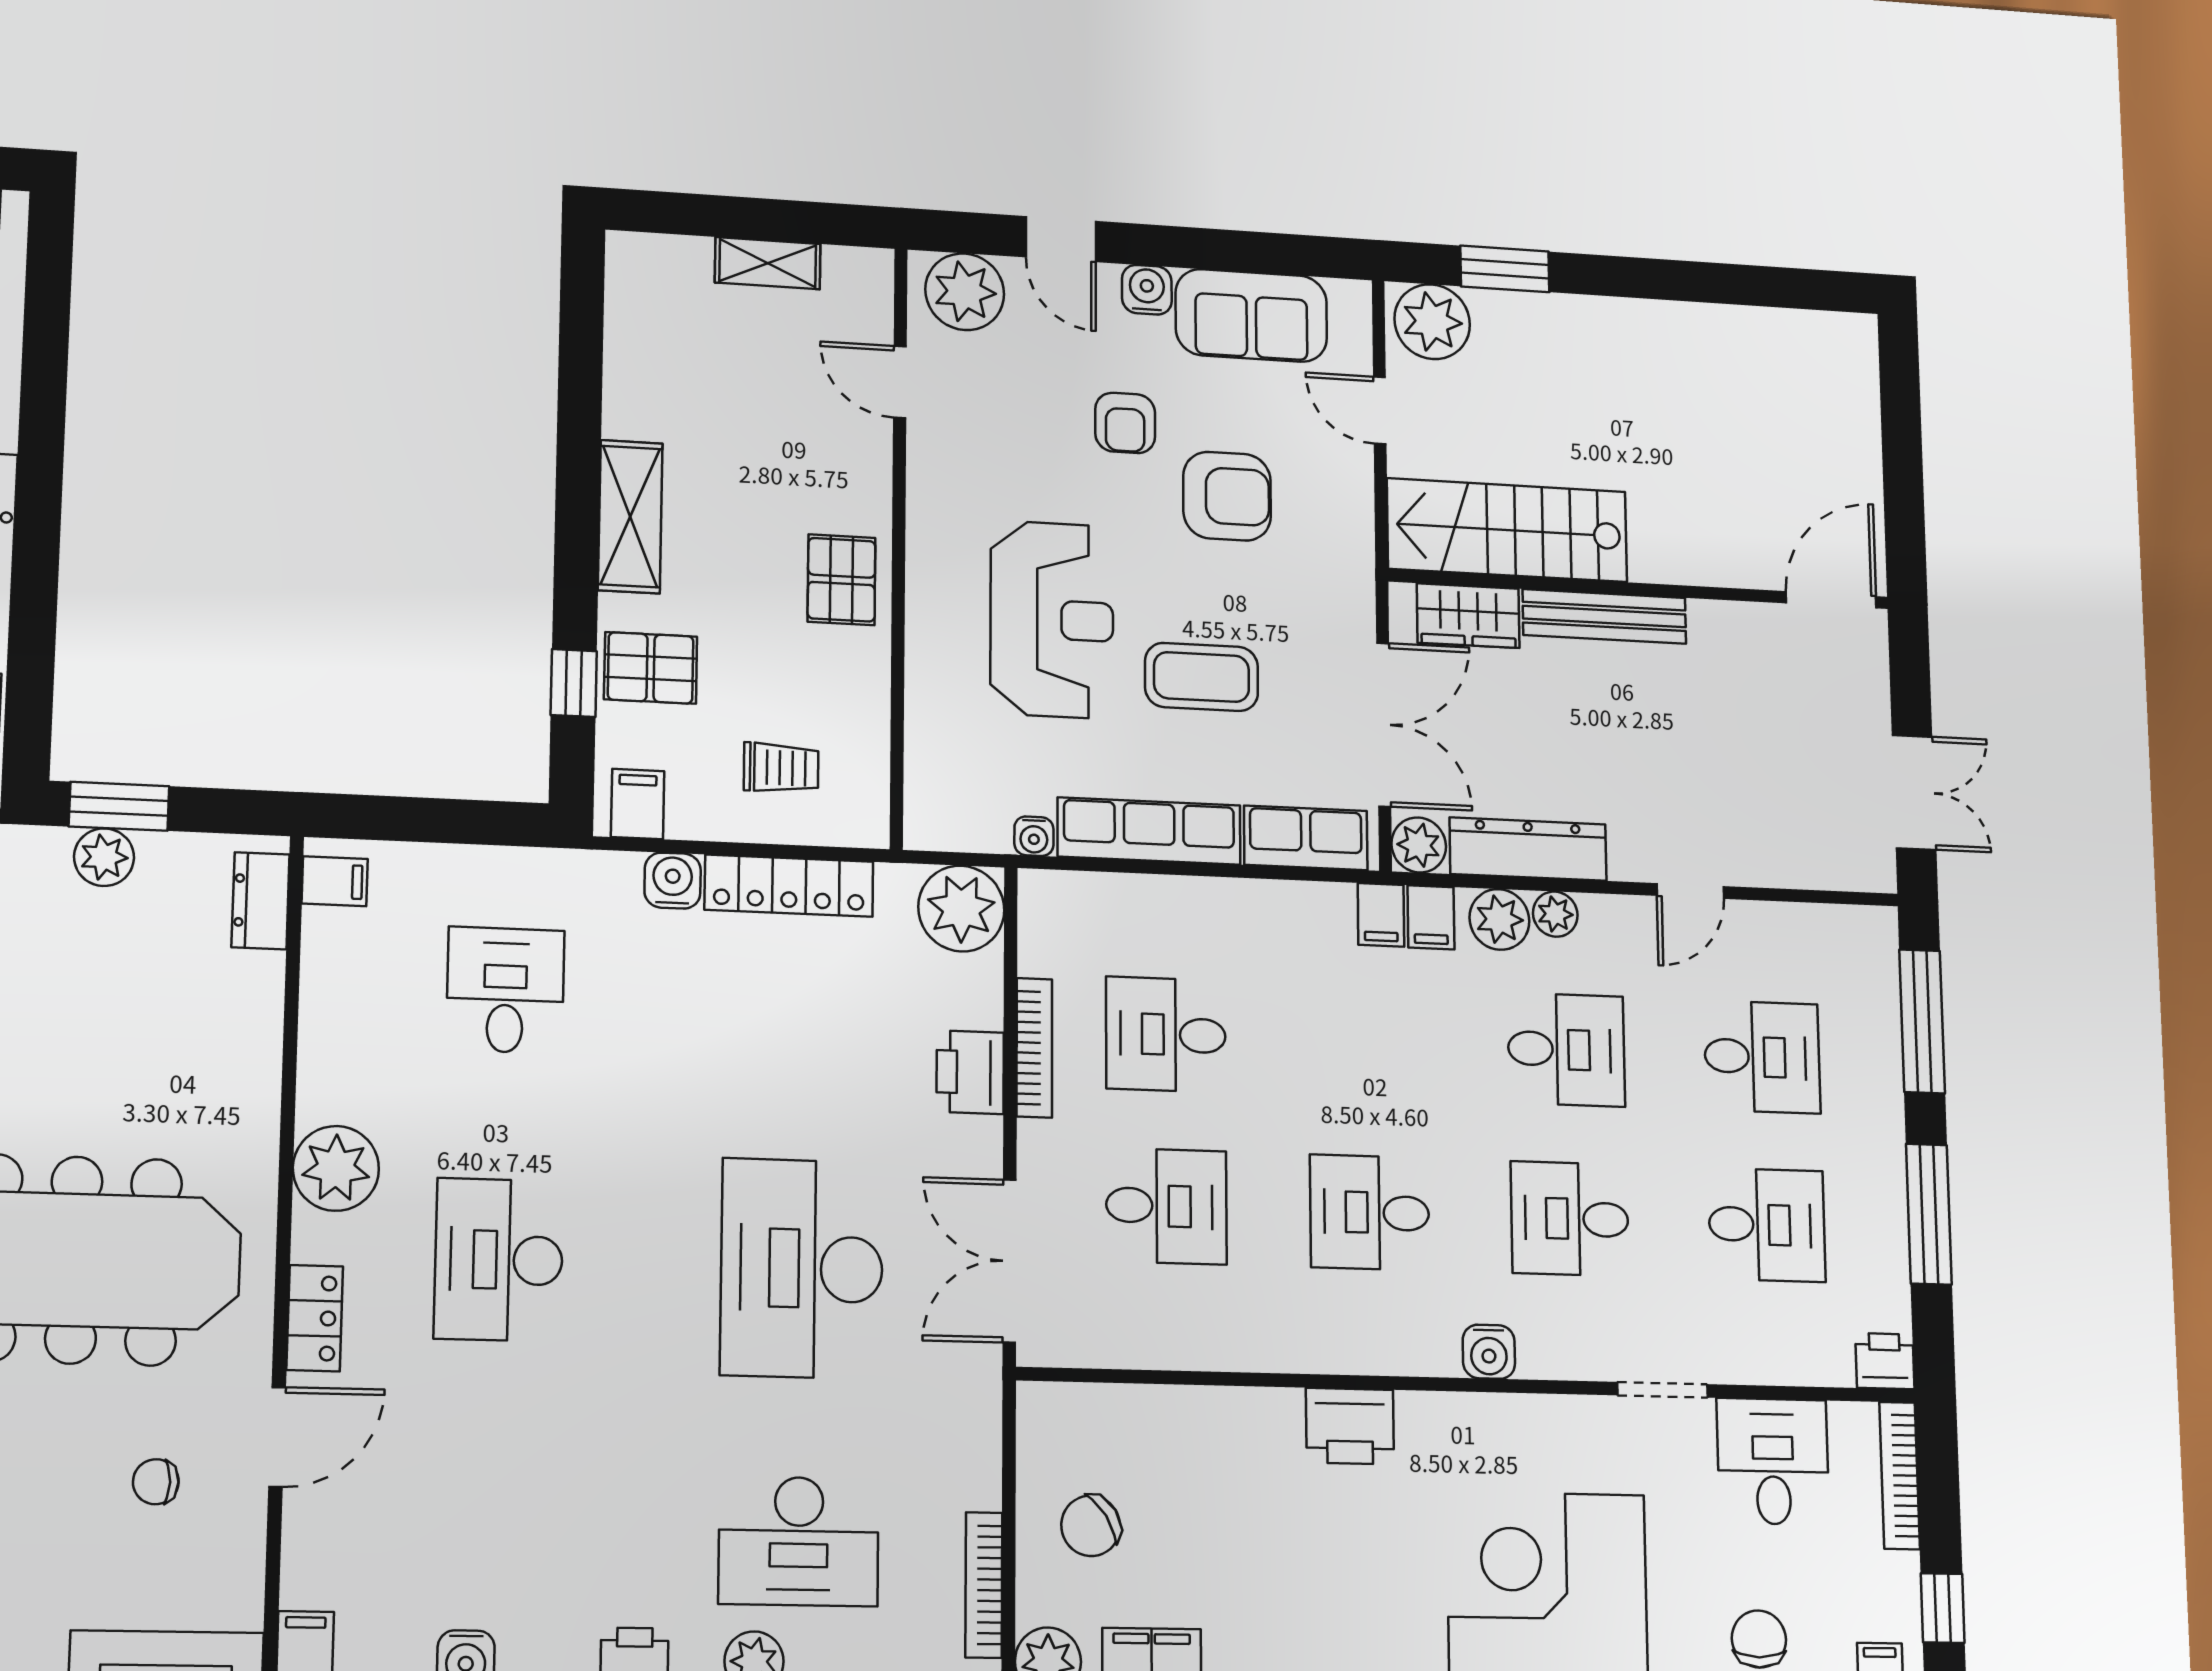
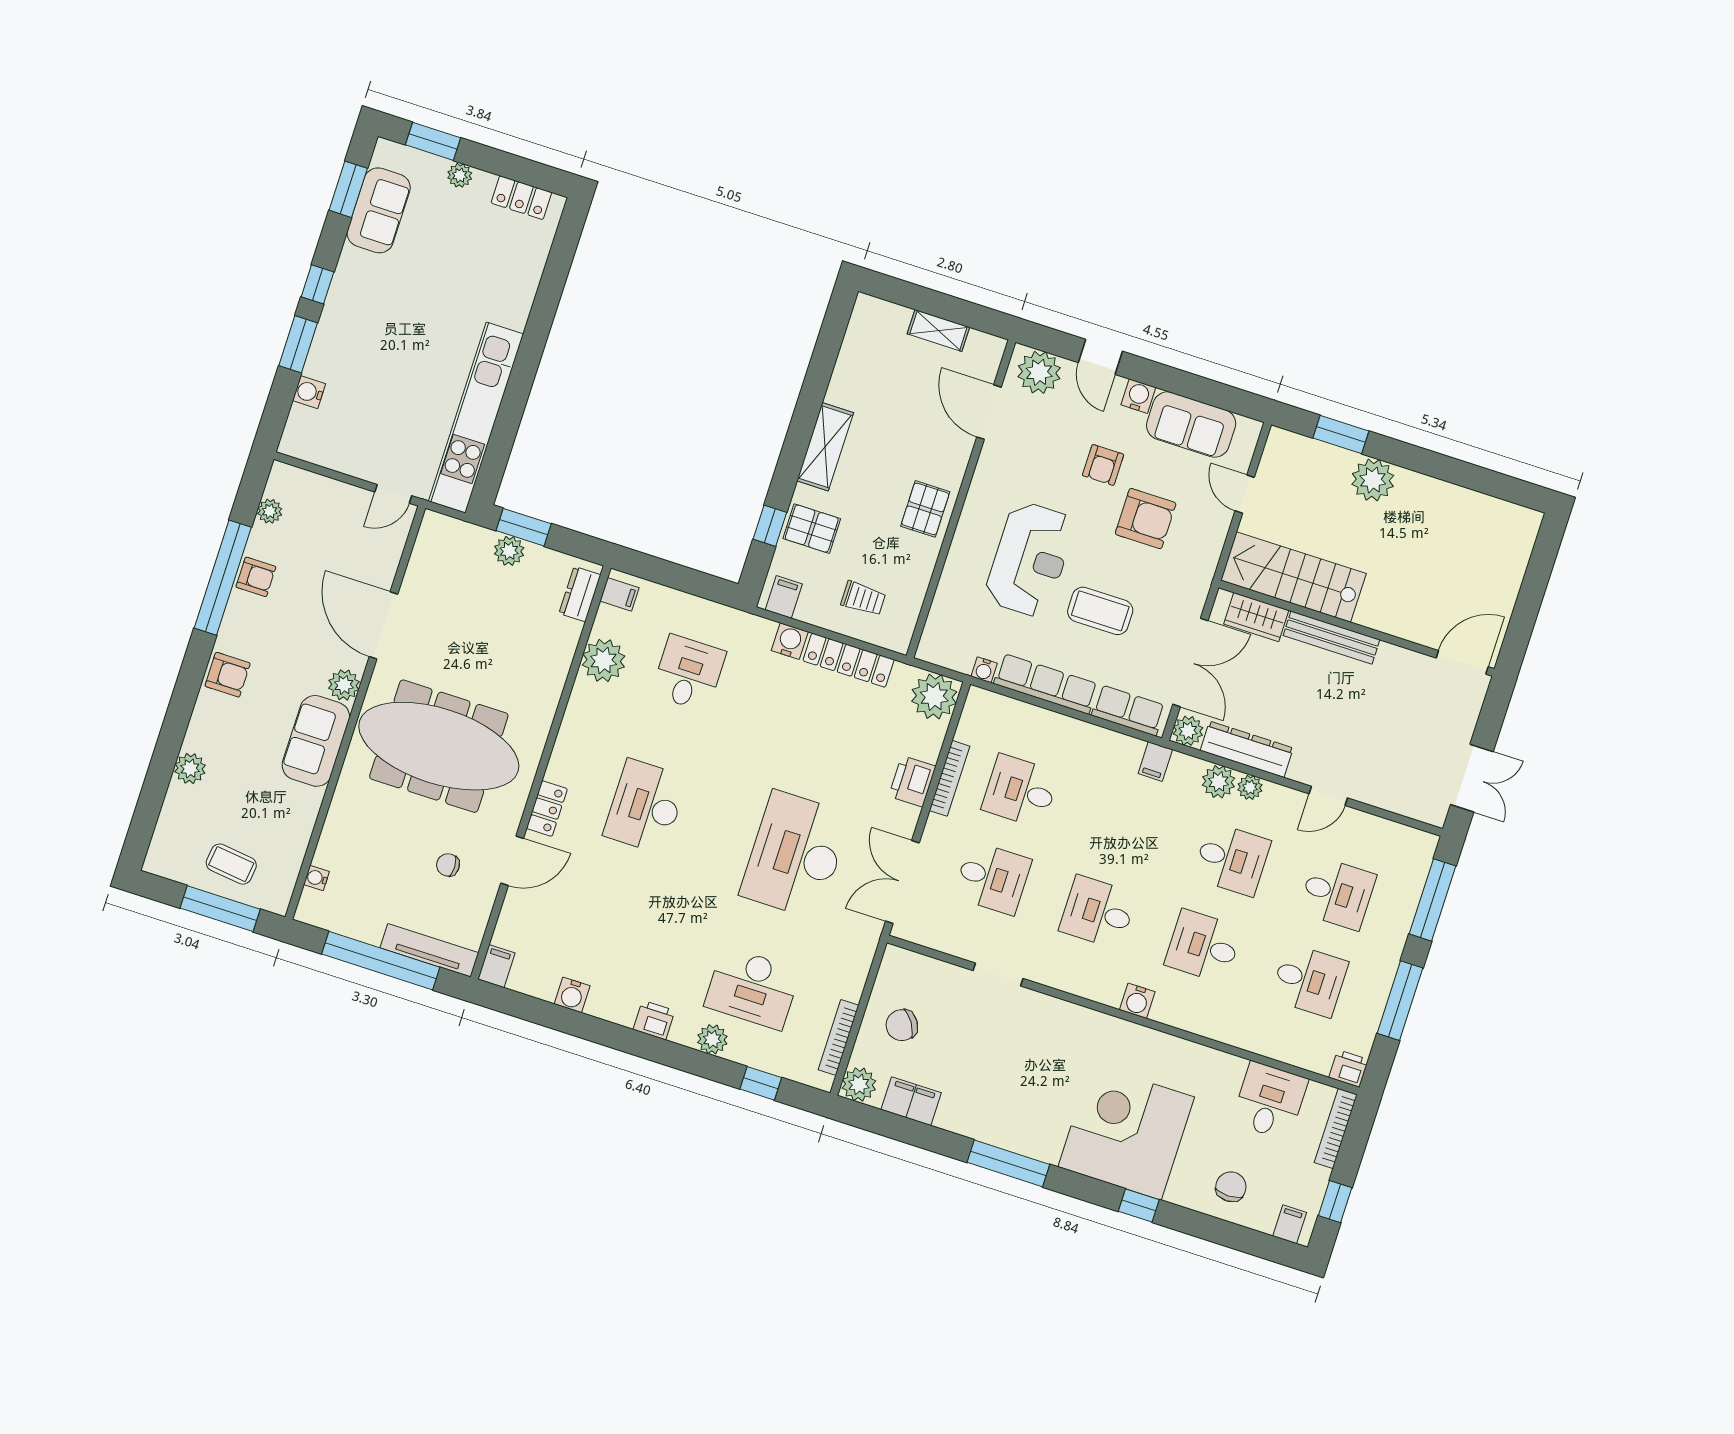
plant: (1432, 322) -> (1373, 480), moved
door: (900, 382) -> (989, 412), width x1.38
filing cabinet: (1431, 917) -> (1182, 770), removed
plant: (336, 1168) -> (604, 660), moved
doorway: (1662, 1390) -> (998, 975), moved
printer: (1350, 1426) -> (1052, 1016), removed

